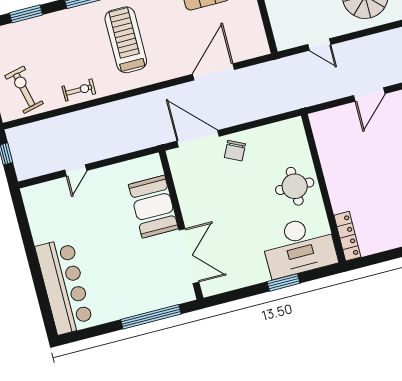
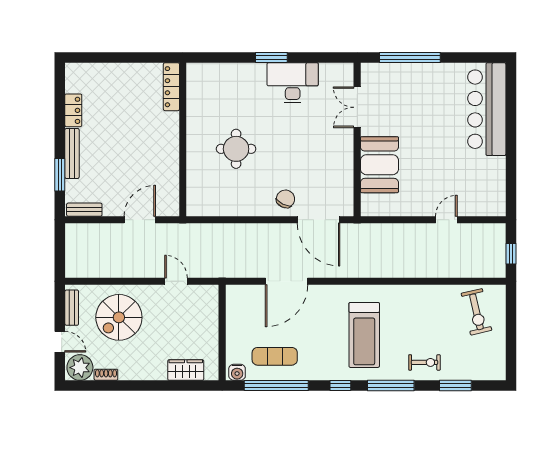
exercise bike: (79, 90) -> (424, 362), moved, turned 180
wall: (323, 188) -> (183, 140), moved
locker: (347, 236) -> (171, 87), moved
desk: (299, 247) -> (293, 83), moved, width x0.73, depth x0.77
double door: (189, 256) -> (357, 107), width x0.73

